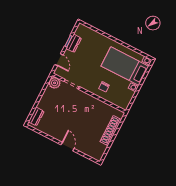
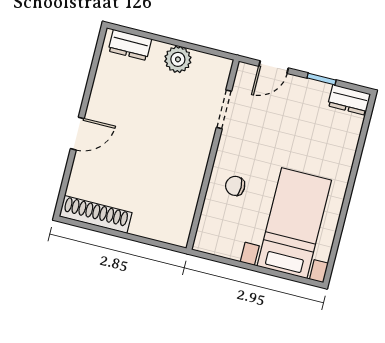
dresser: (74, 43) -> (349, 100), moved
plant: (55, 83) -> (178, 59), moved
shoe rack: (111, 131) -> (96, 214), moved

